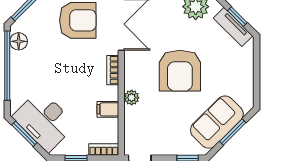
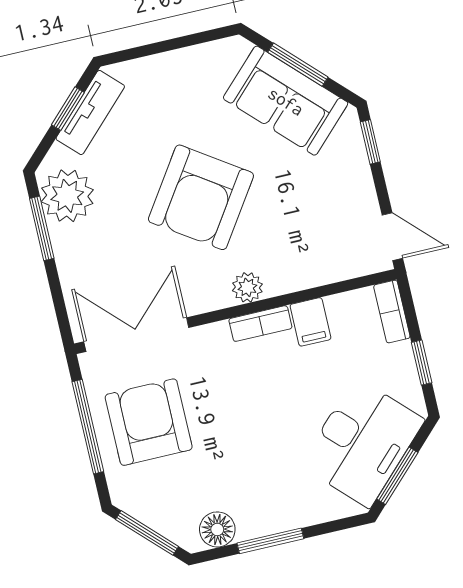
window: (7, 66) -> (270, 541), width x0.47
bookcase: (113, 70) -> (260, 324), moved
armchair: (180, 71) -> (201, 197), turned 124
plant: (132, 98) -> (247, 287), moved

